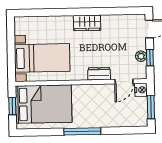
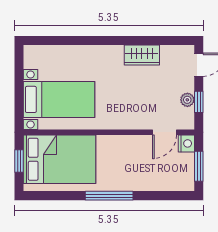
wardrobe: (87, 23) -> (142, 55), moved
dresser: (99, 74) -> (132, 121), removed

